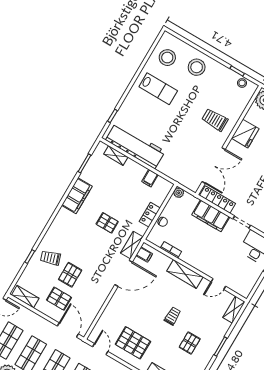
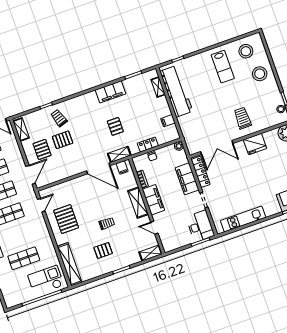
filing cabinet: (196, 260) -> (153, 200), added

